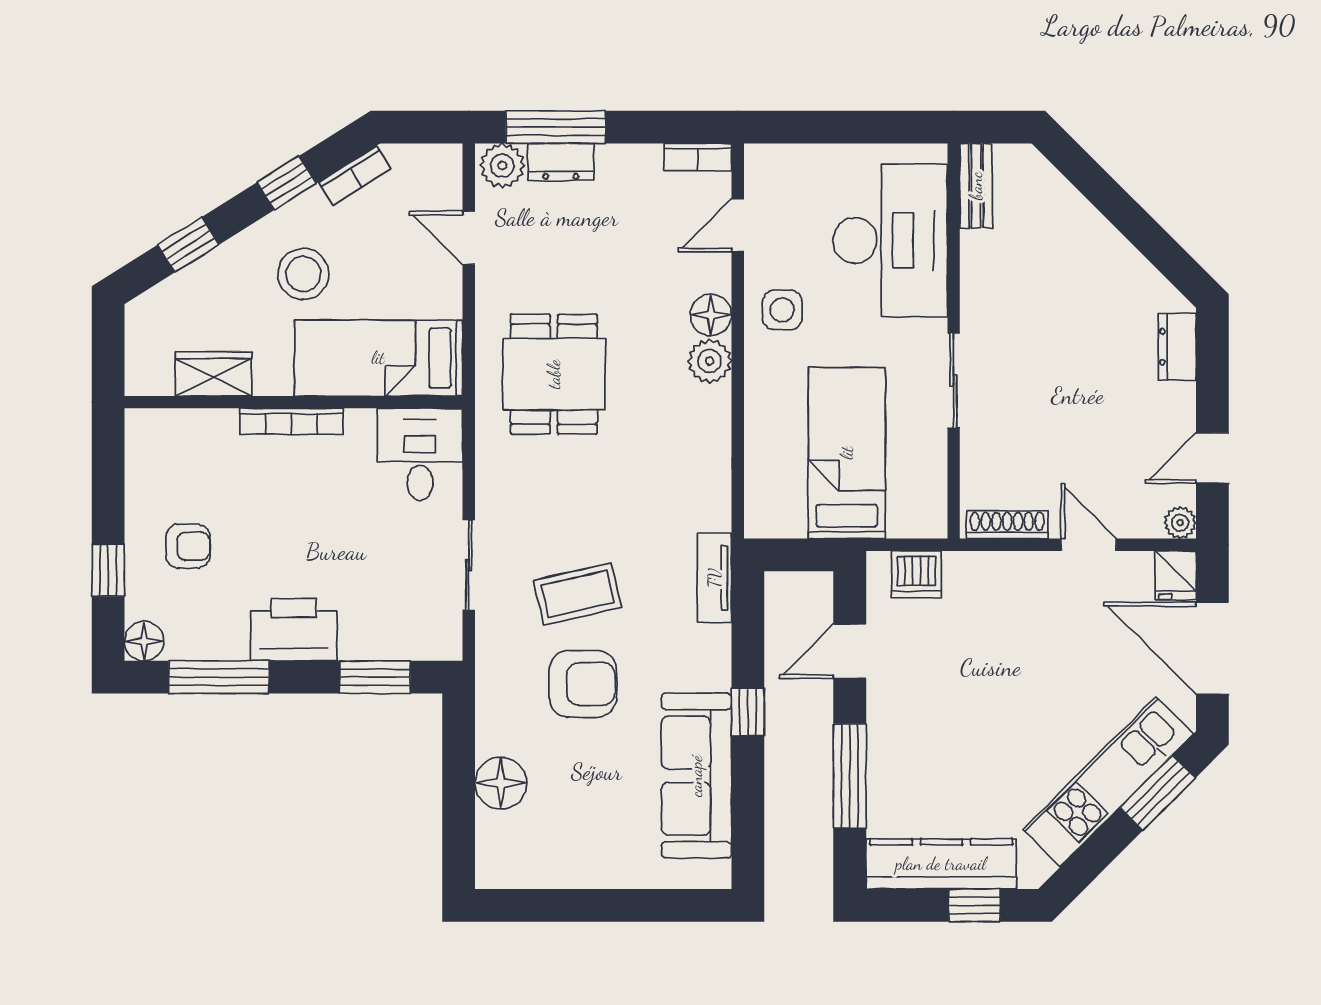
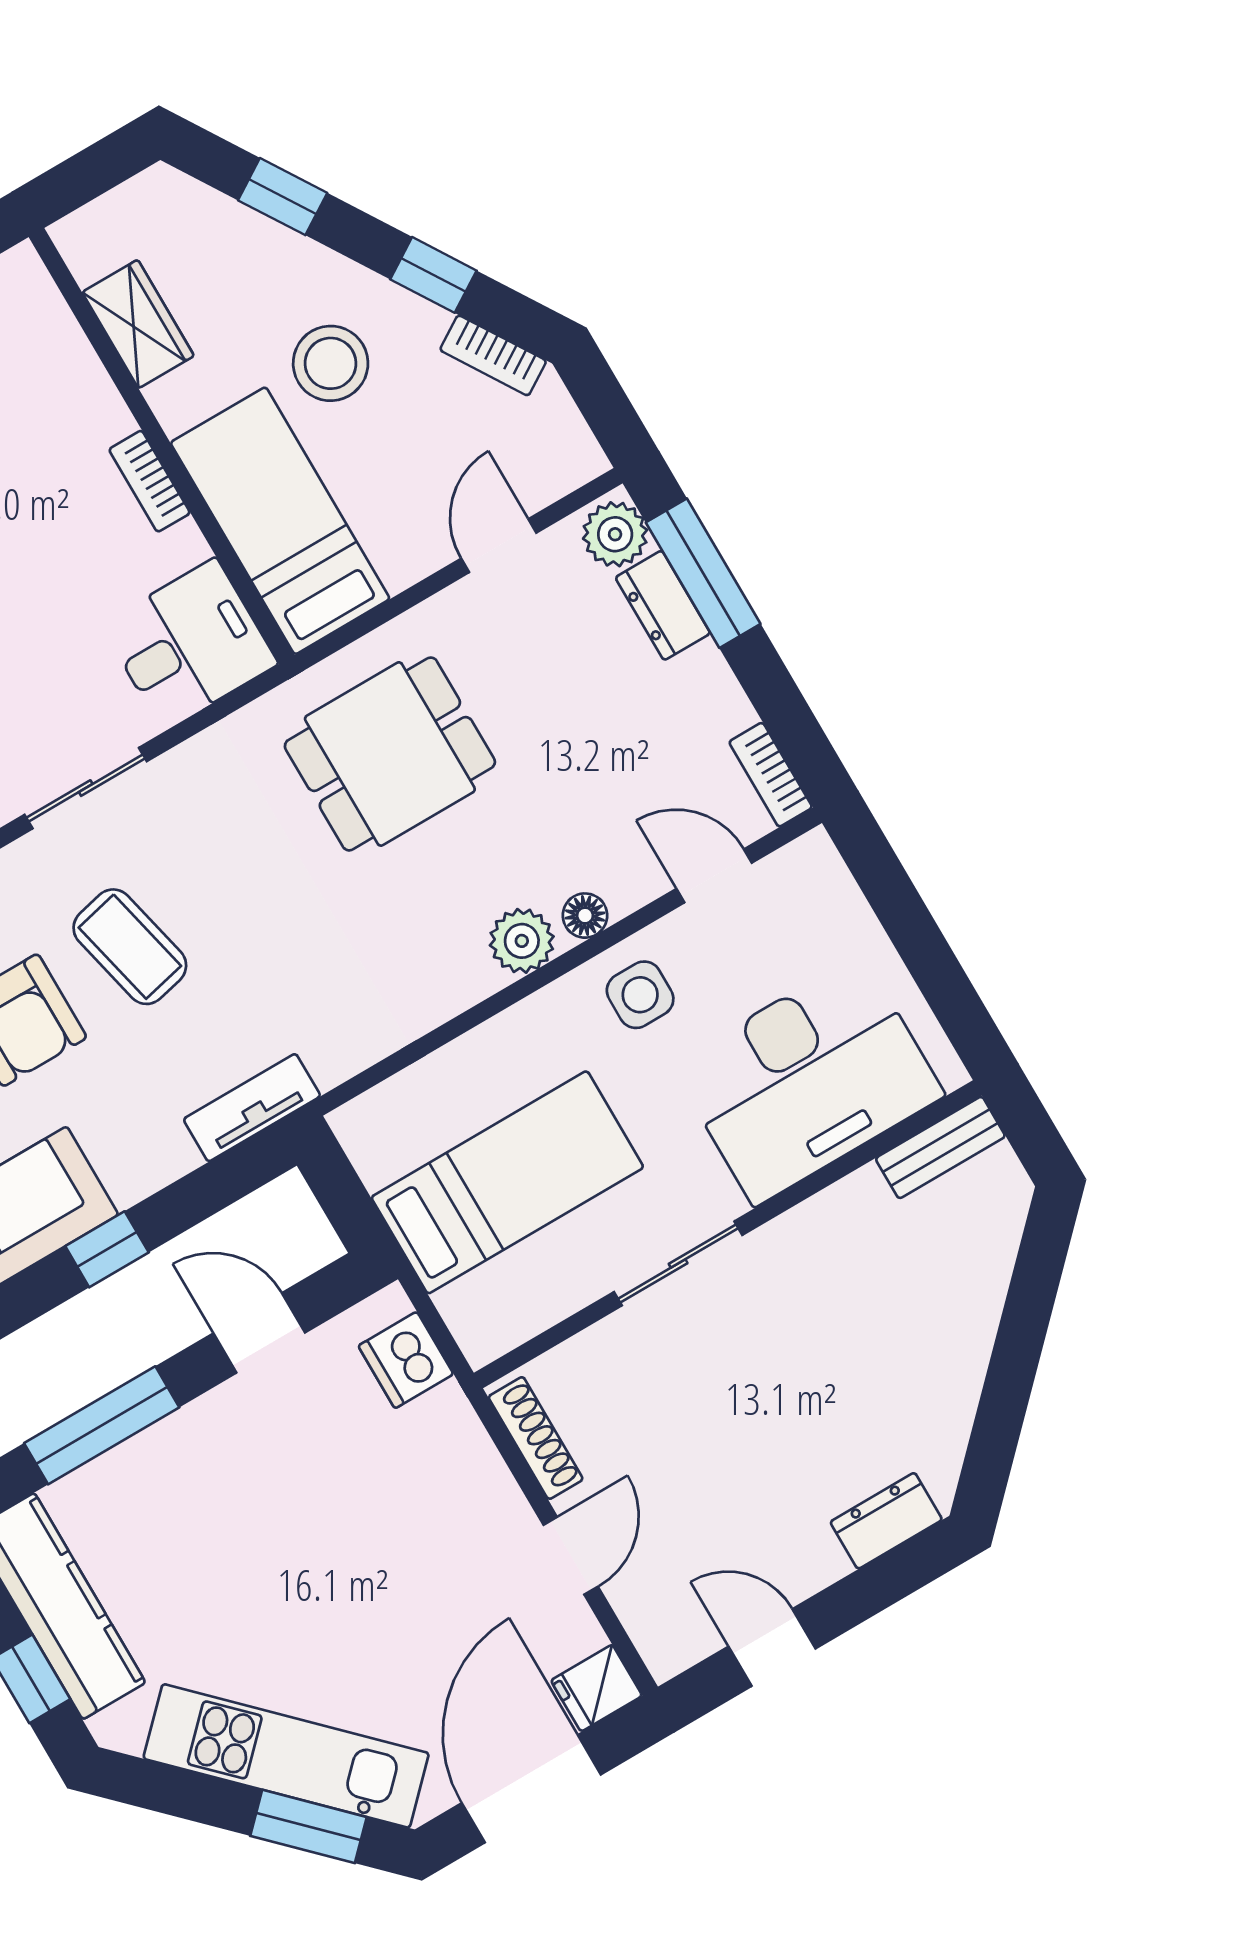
floor lamp: (711, 315) -> (585, 916), width x0.73, depth x0.73
bookcase: (291, 421) -> (150, 481), width x0.64
plant: (1180, 523) -> (666, 1655), removed

